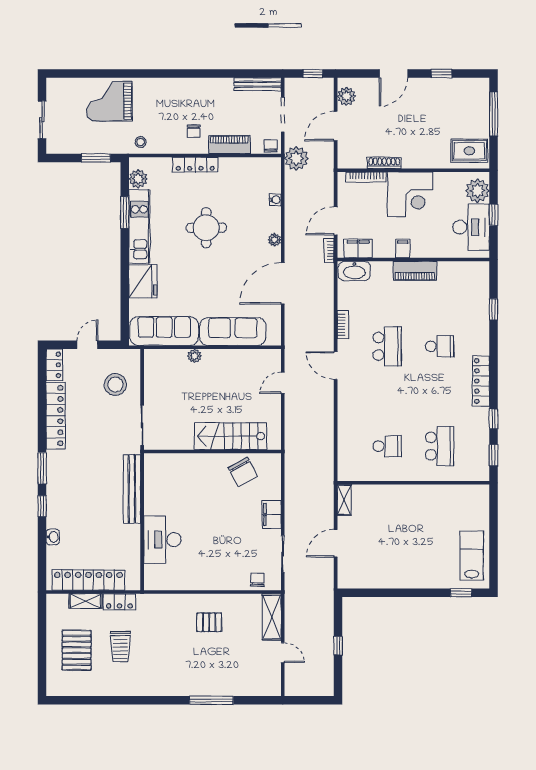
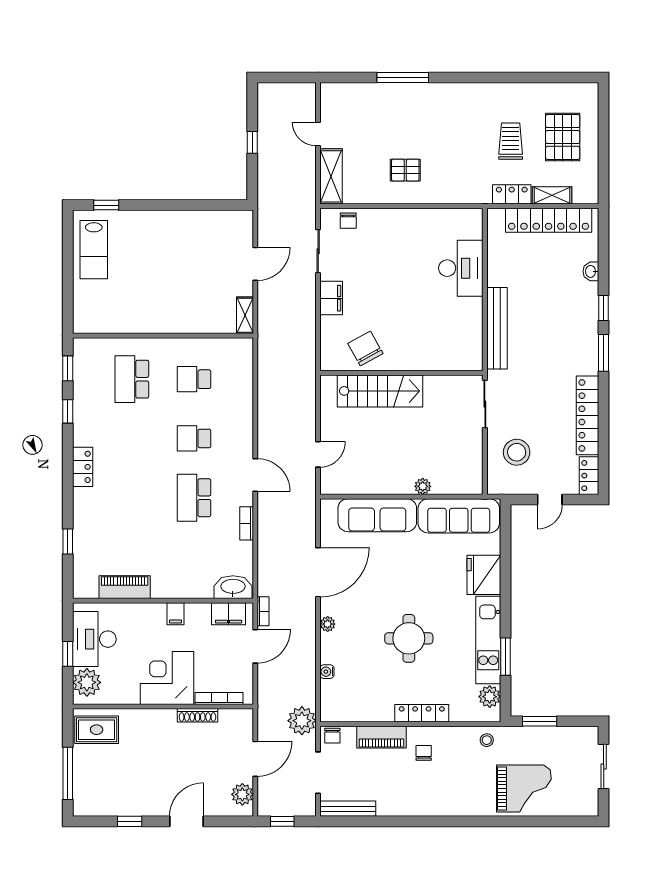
piano: (415, 271) -> (125, 587), moved
school desk: (440, 346) -> (194, 438), moved
locker: (481, 381) -> (83, 467), width x0.66

